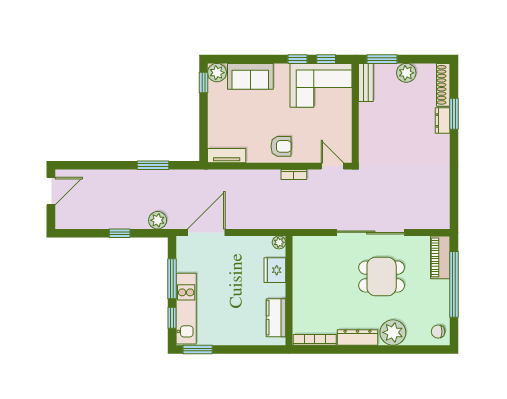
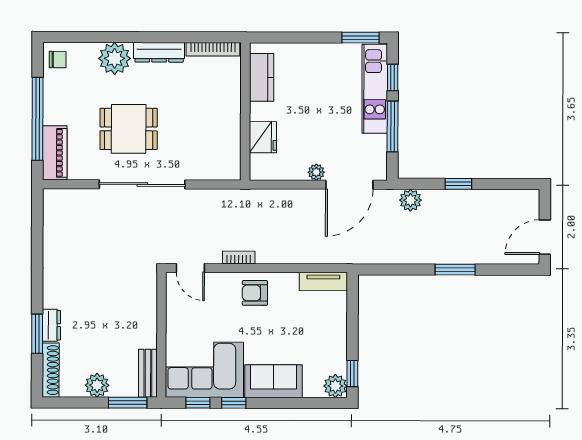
sofa: (250, 76) -> (274, 381), moved
window: (153, 165) -> (455, 270), moved
plant: (279, 242) -> (316, 172), moved

